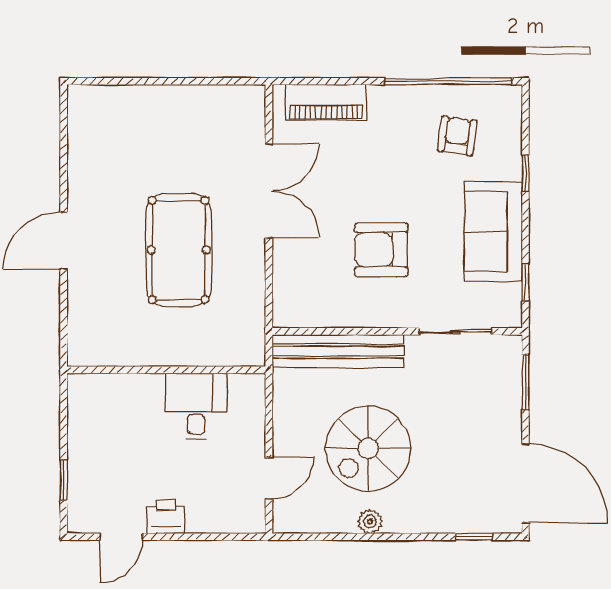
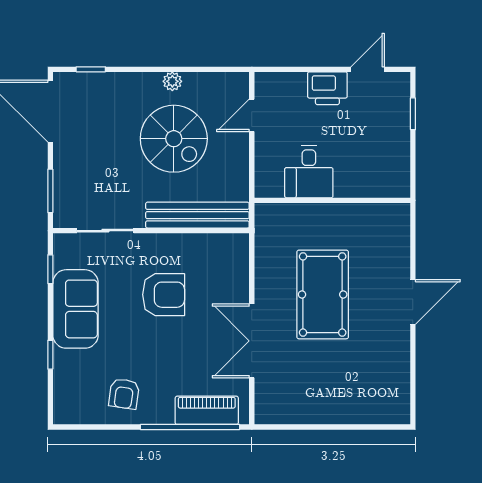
window: (448, 81) -> (190, 427), moved
armchair: (457, 136) -> (124, 394), moved
spiral stairs: (368, 448) -> (174, 139), turned 90
printer: (166, 517) -> (327, 88), width x1.36, depth x1.24

